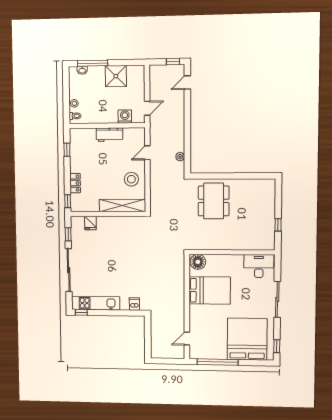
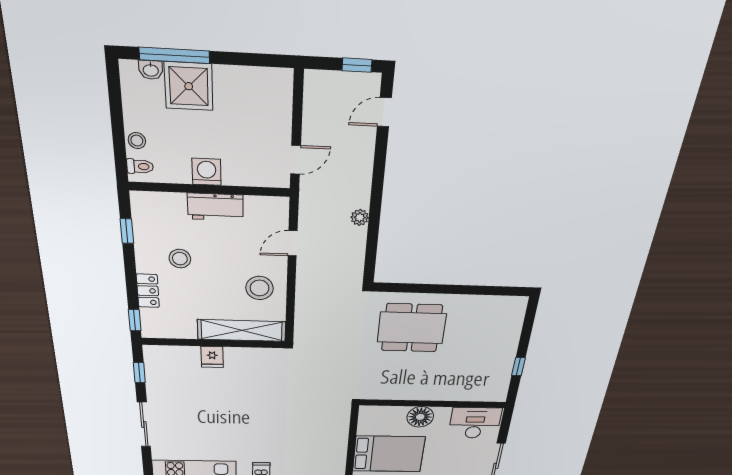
shower: (116, 76) -> (189, 86), moved
washing machine: (125, 117) -> (207, 172), moved
plant: (180, 157) -> (360, 217), moved
stool: (92, 164) -> (180, 259), added
dining table: (214, 201) -> (412, 328), turned 90
fridge: (90, 223) -> (212, 357), moved
floor lamp: (198, 262) -> (420, 417), moved
sliding door: (69, 270) -> (144, 425), width x0.73

